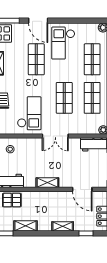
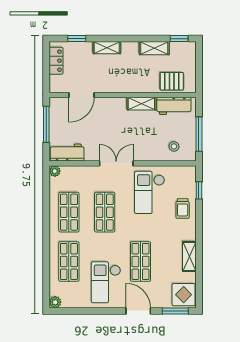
checkout: (63, 43) -> (106, 282), turned 180
shelving: (47, 183) -> (141, 104), moved
door: (82, 189) -> (82, 95), swing flipped

